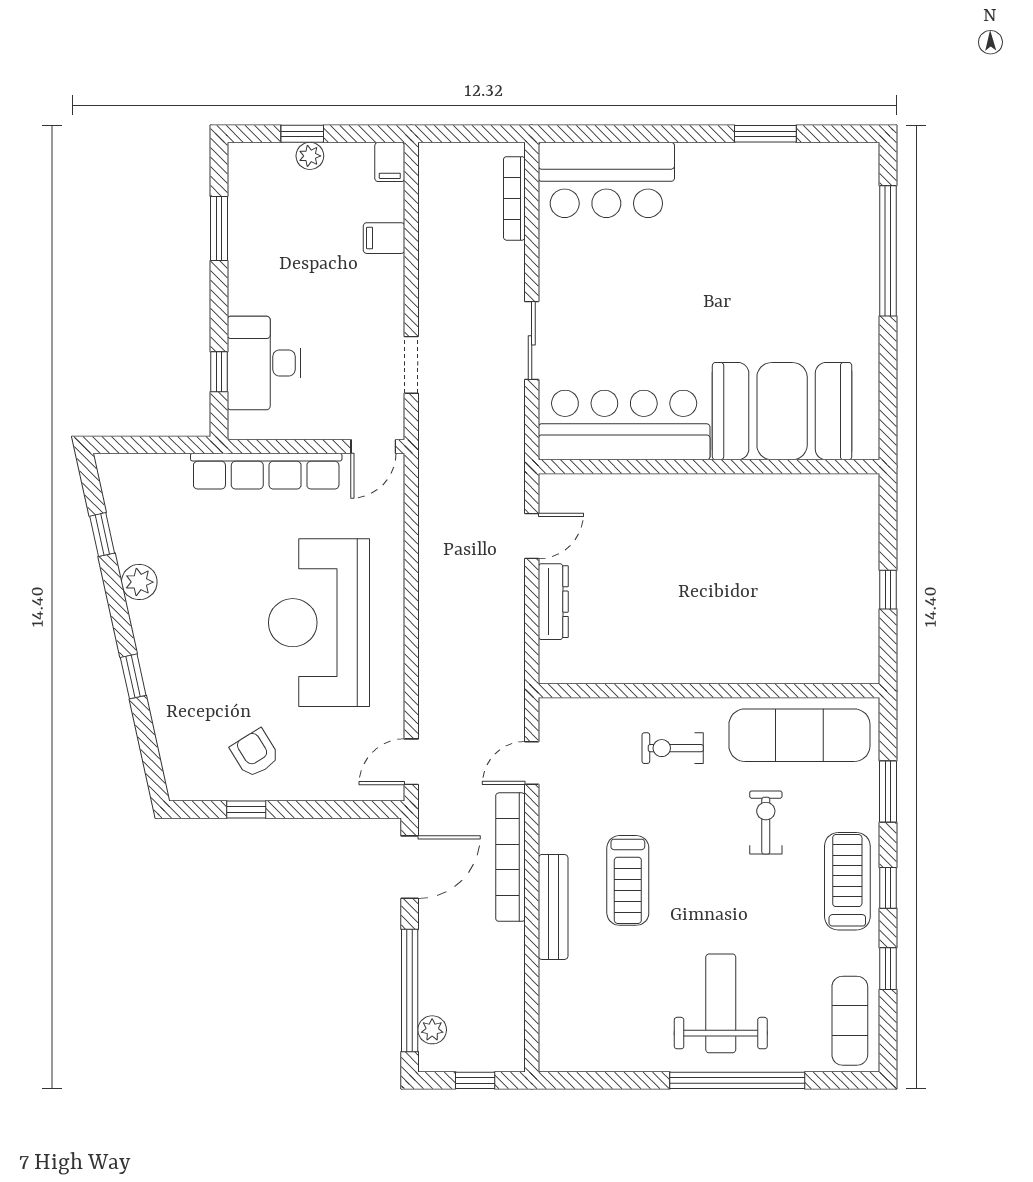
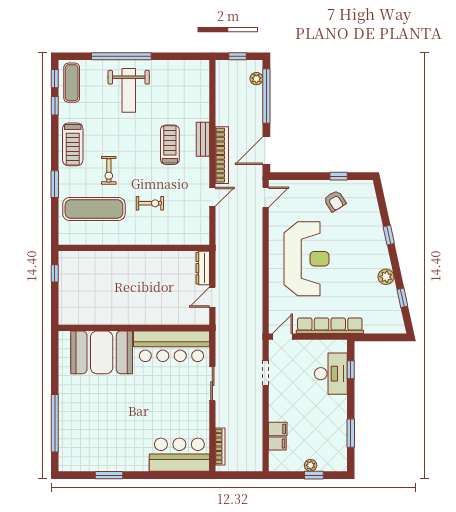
filing cabinet: (390, 162) -> (277, 444), moved, turned 90
wall: (709, 691) -> (134, 248), moved
window: (888, 888) -> (55, 79), moved
bench: (553, 907) -> (203, 139), width x0.73

